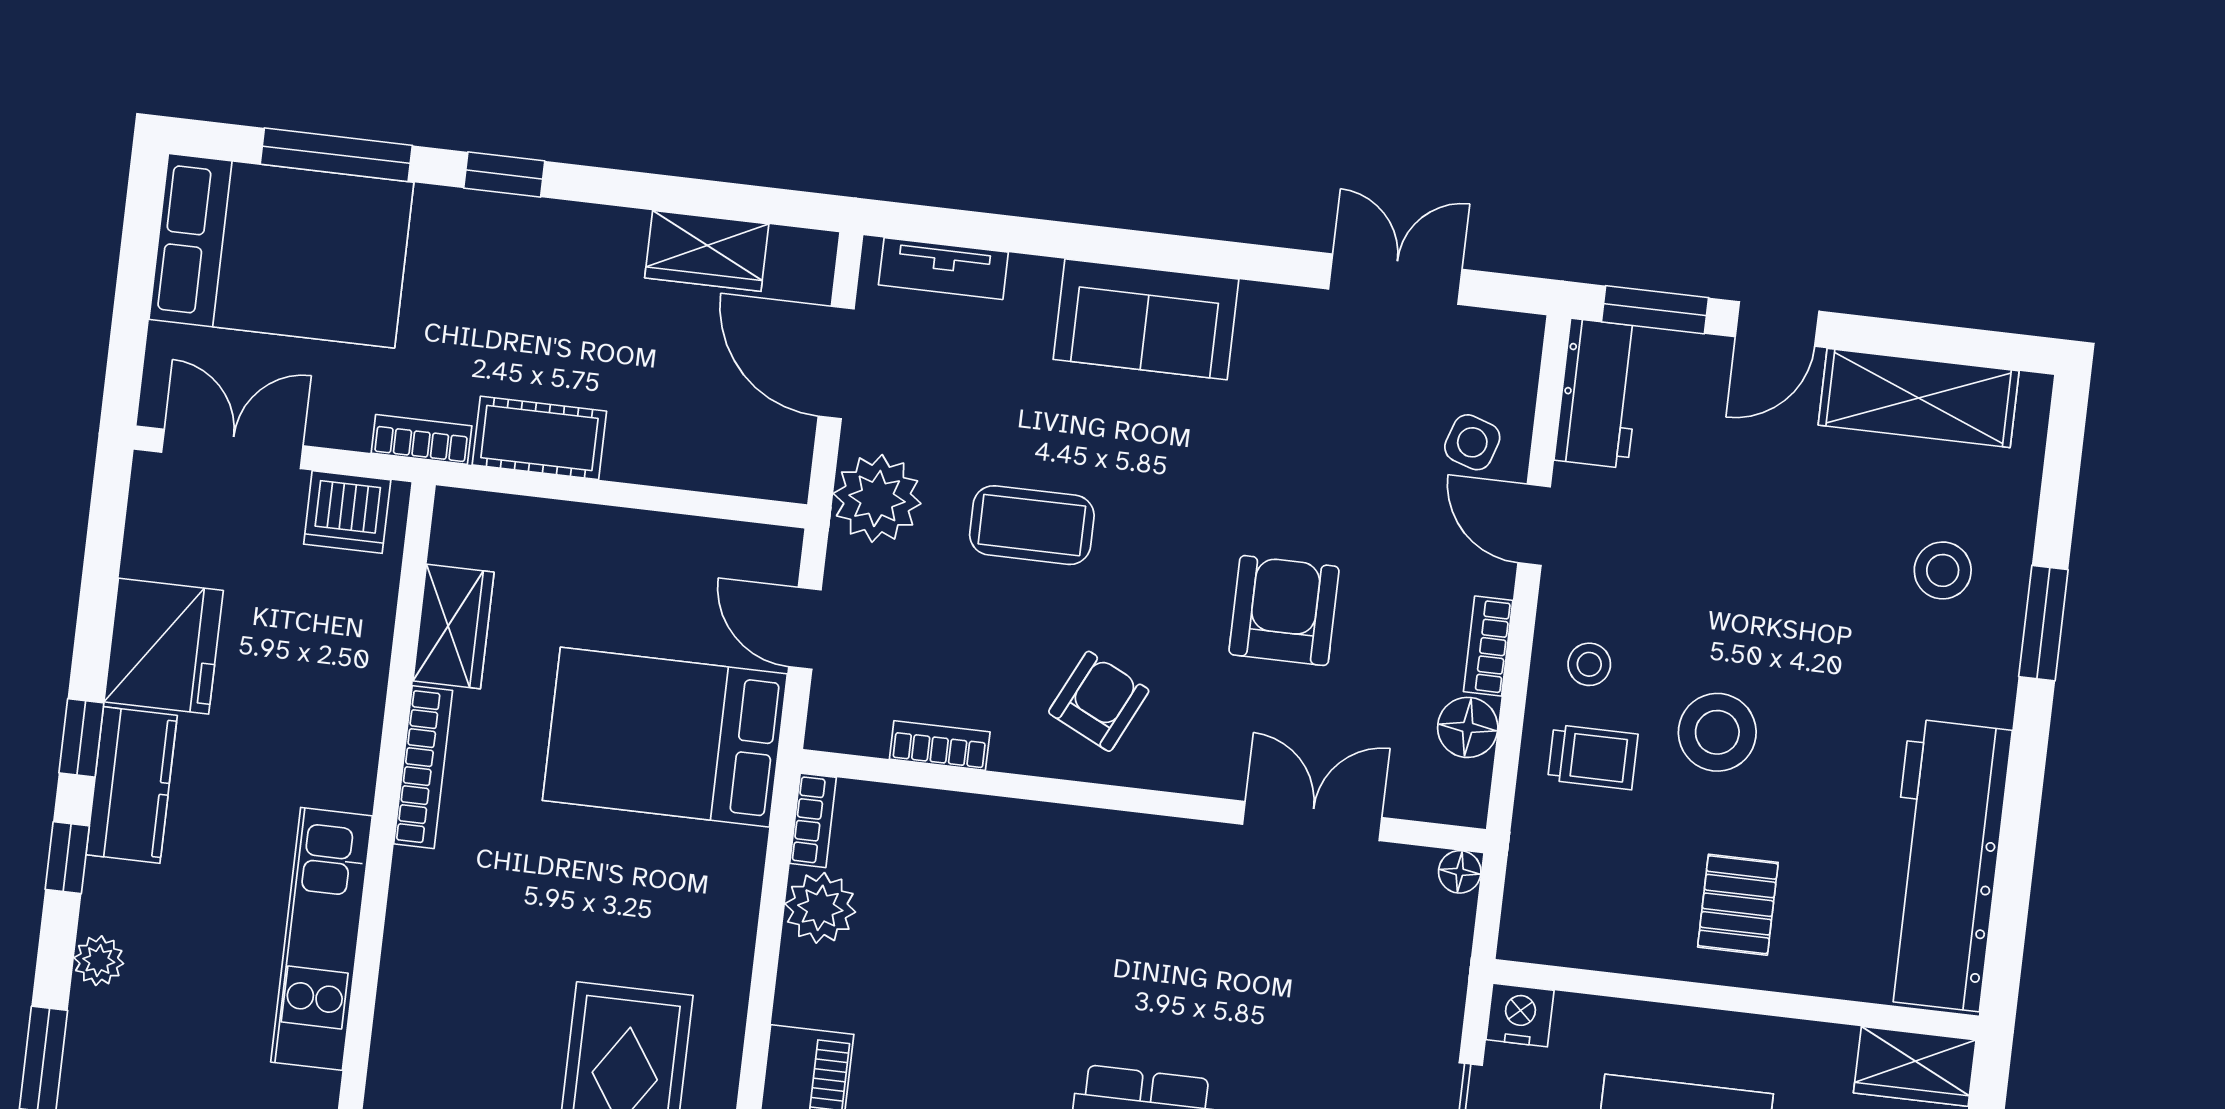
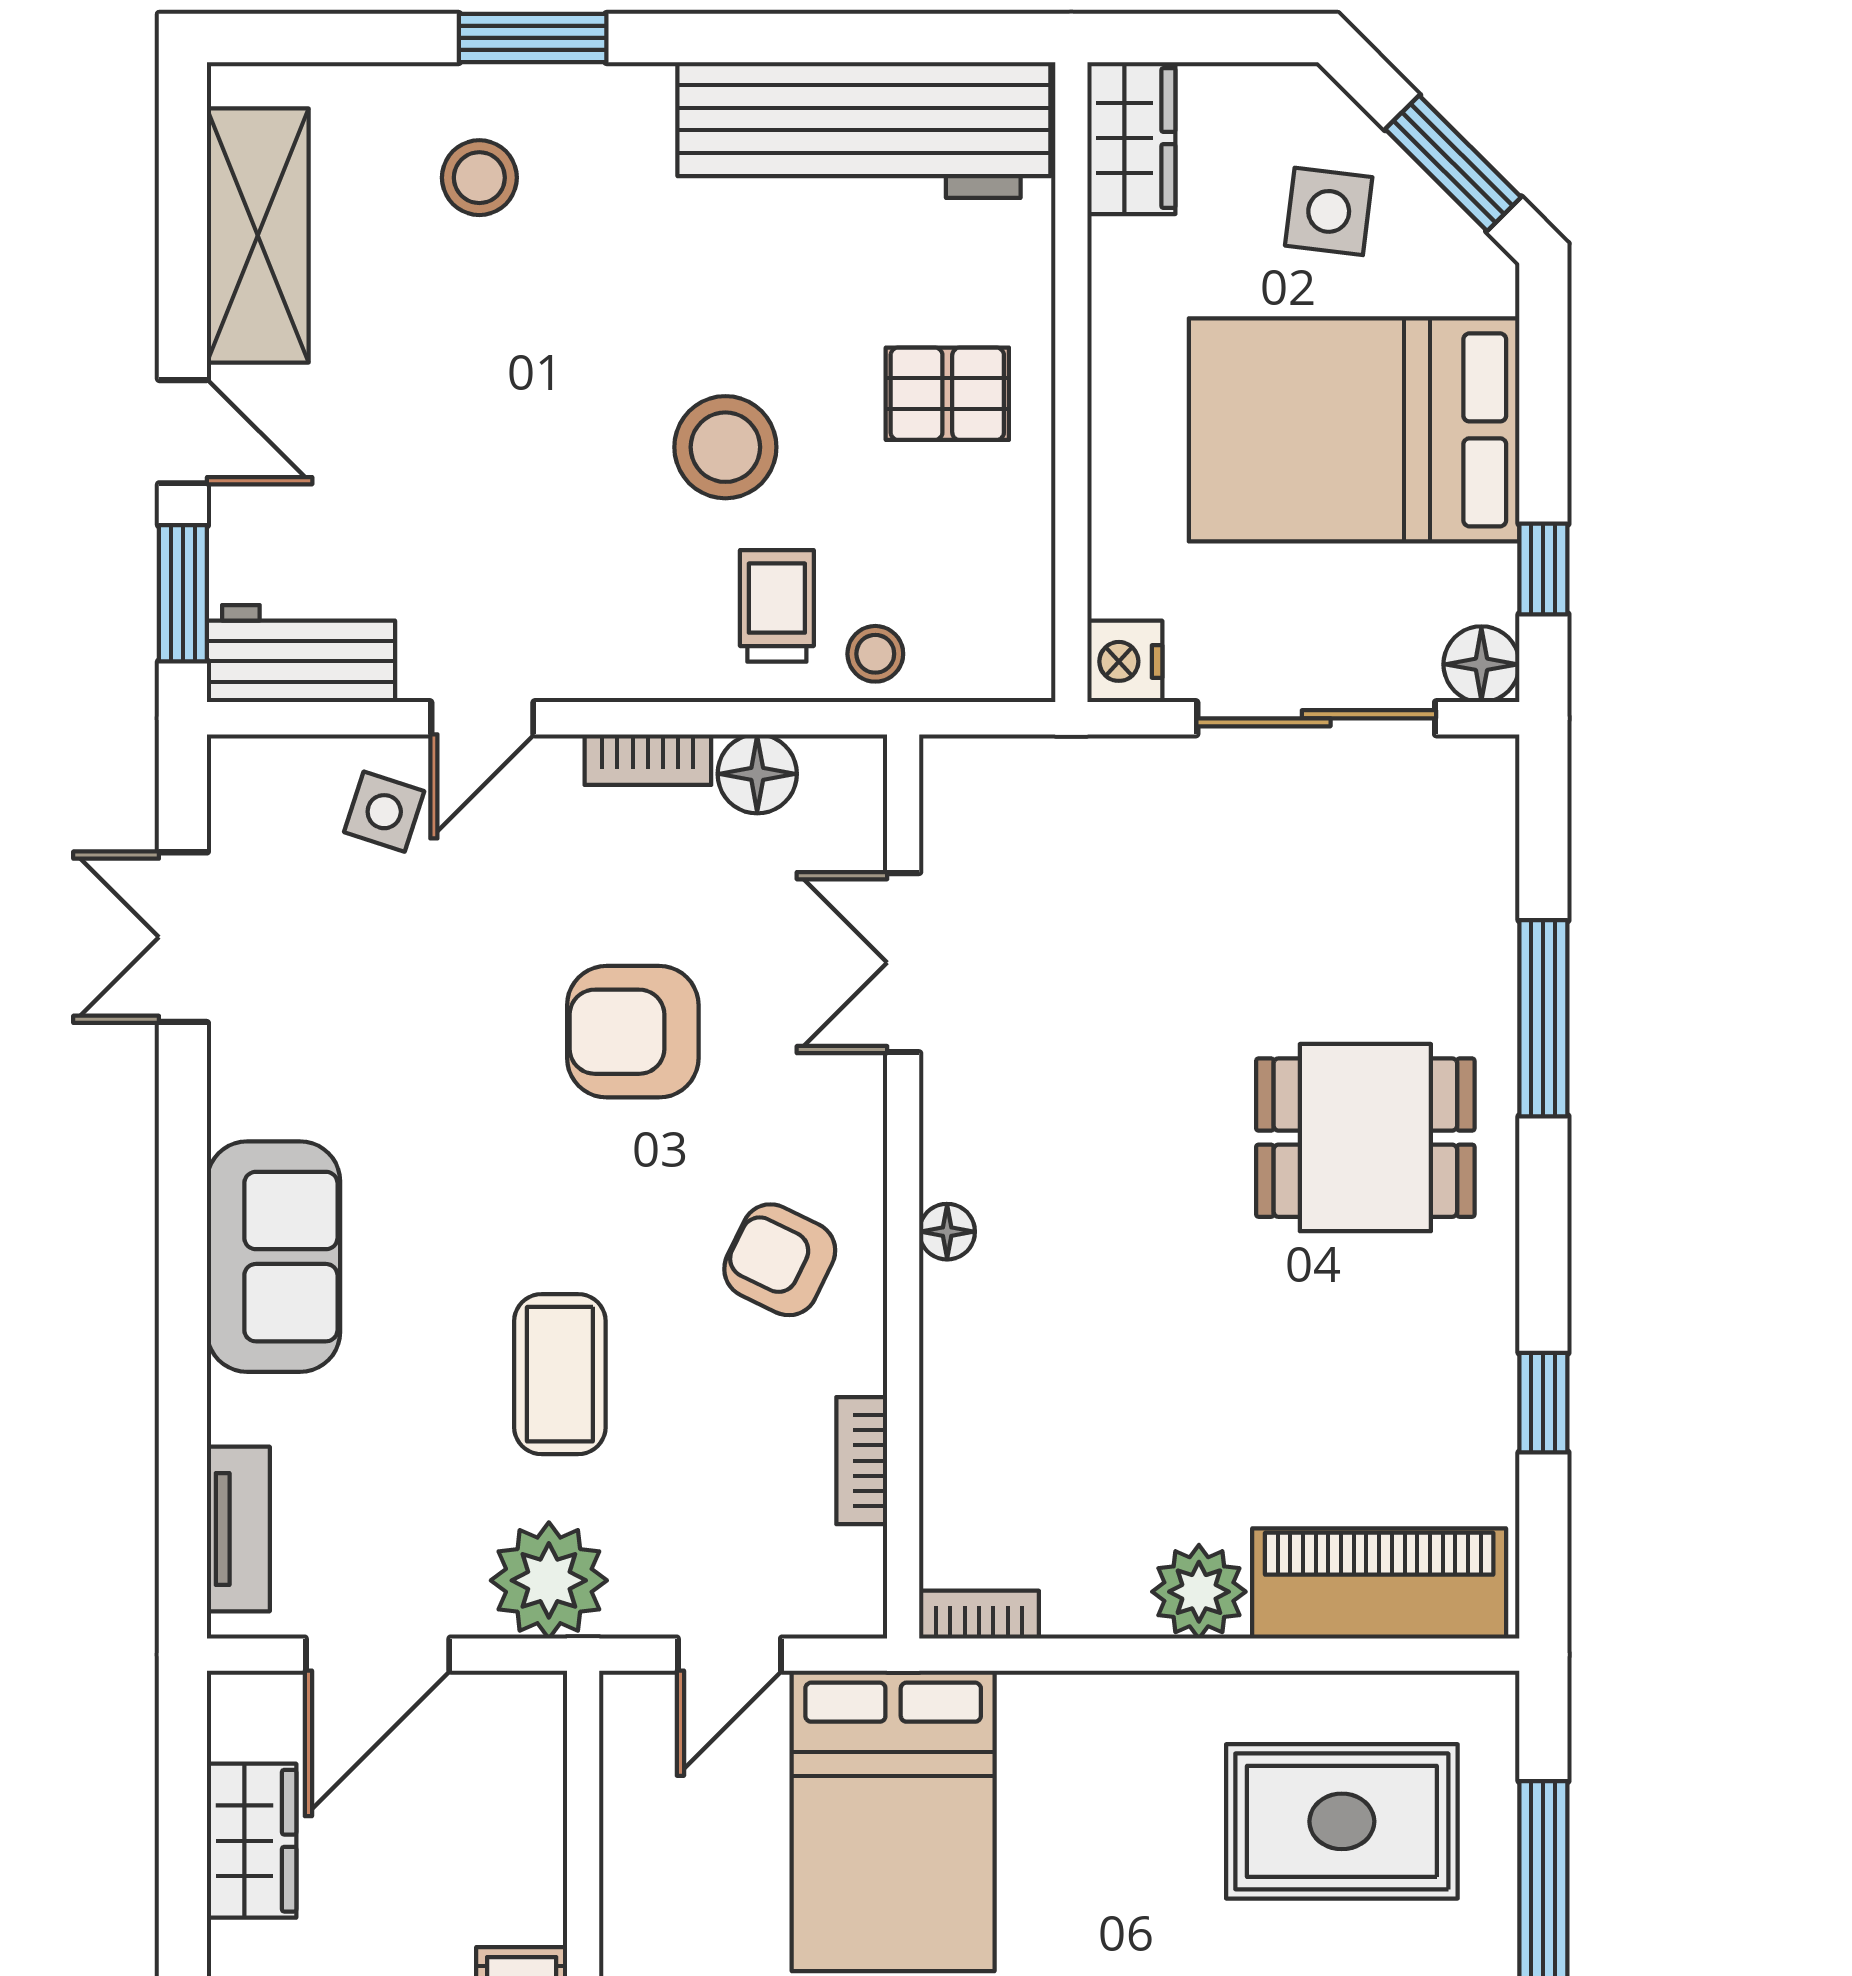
stool: (1589, 664) -> (875, 654), moved
floor lamp: (1460, 872) -> (947, 1232), moved
plant: (820, 908) -> (1199, 1592), moved

